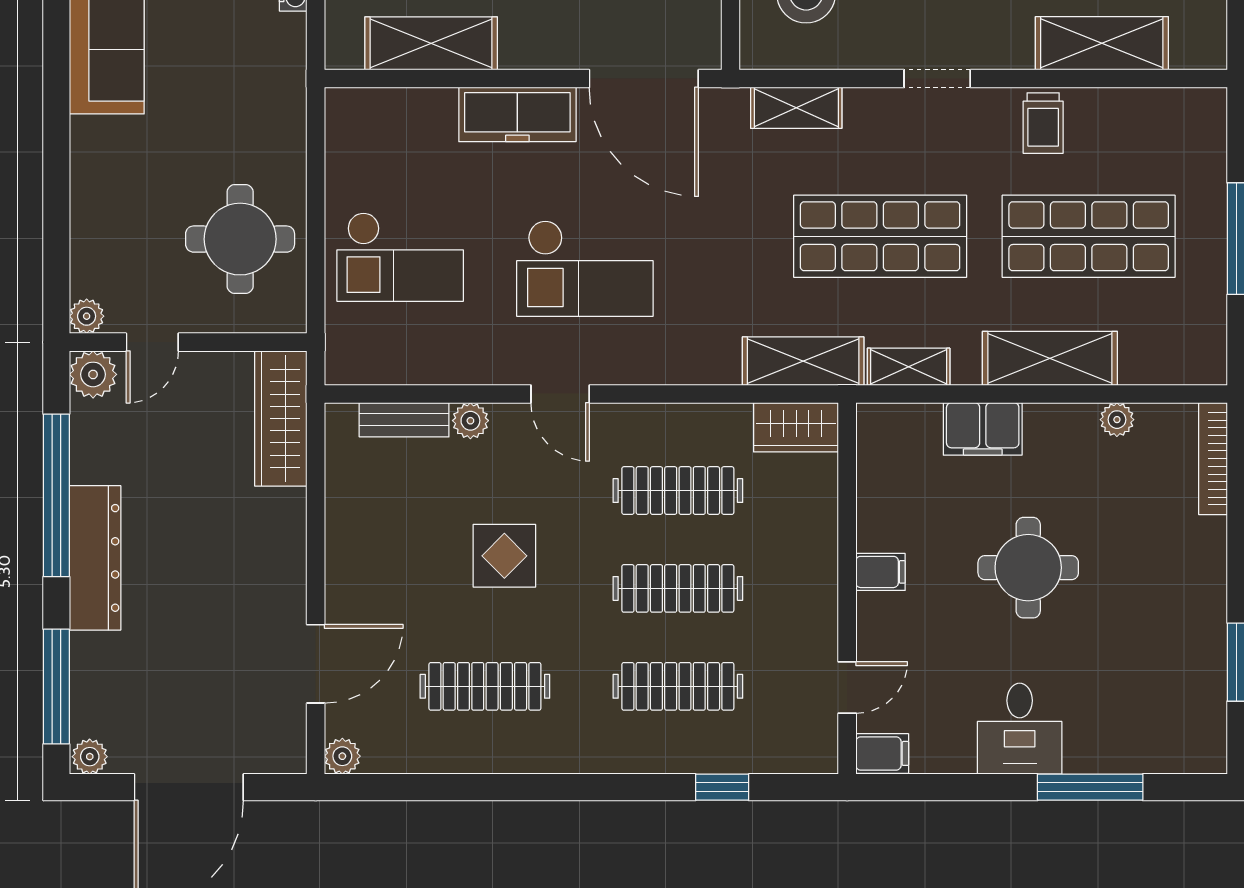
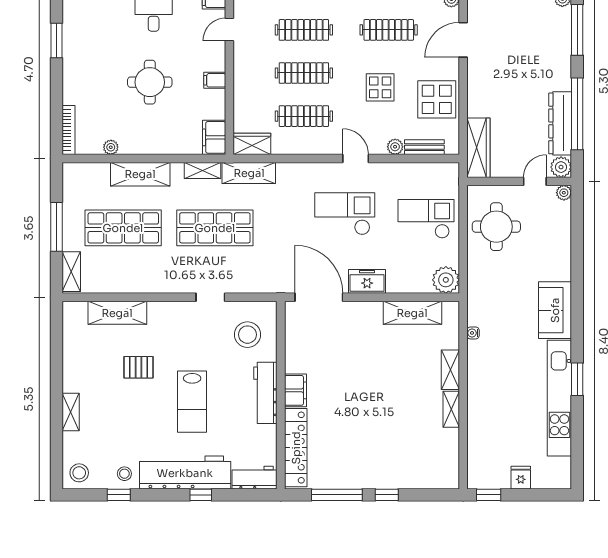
doorway: (937, 79) -> (210, 297), moved
shelving: (796, 108) -> (71, 272), moved, turned 90
freezer: (517, 114) -> (367, 281), width x0.71
plant: (355, 118) -> (446, 280), added
trolley: (1043, 123) -> (143, 278), removed
filing cabinet: (983, 429) -> (214, 137), moved, turned -90
display table: (376, 528) -> (437, 99), added
dresser: (95, 558) -> (560, 123), moved

